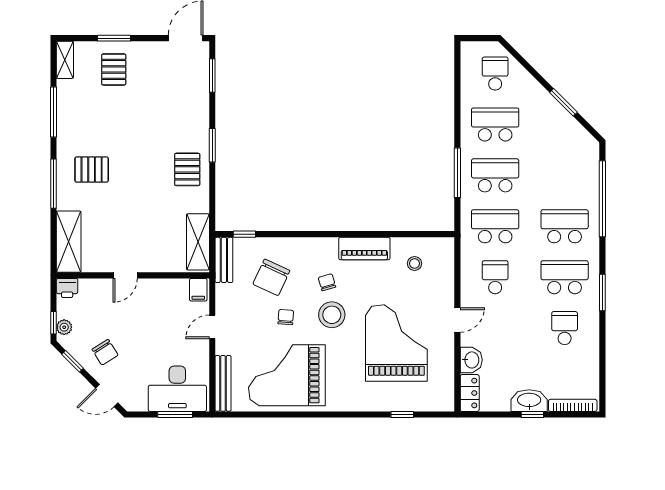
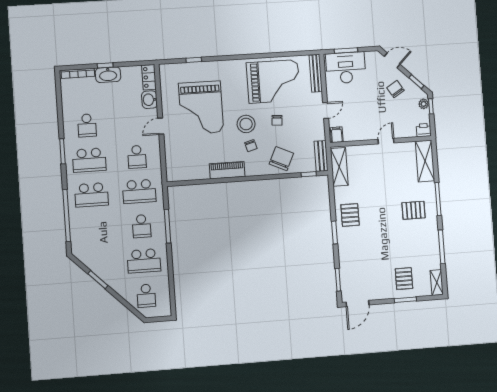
school desk: (495, 175) -> (142, 226), width x0.54
stool: (415, 263) -> (192, 162), removed
chair: (271, 277) -> (281, 159), moved

